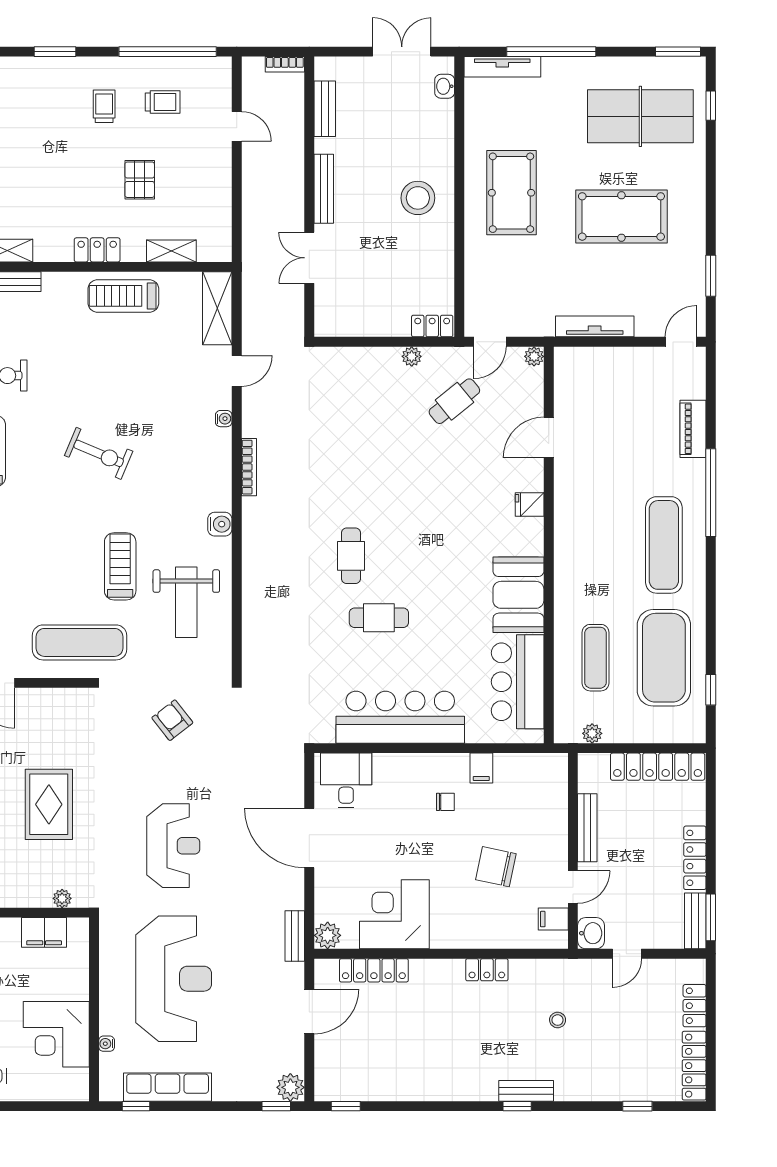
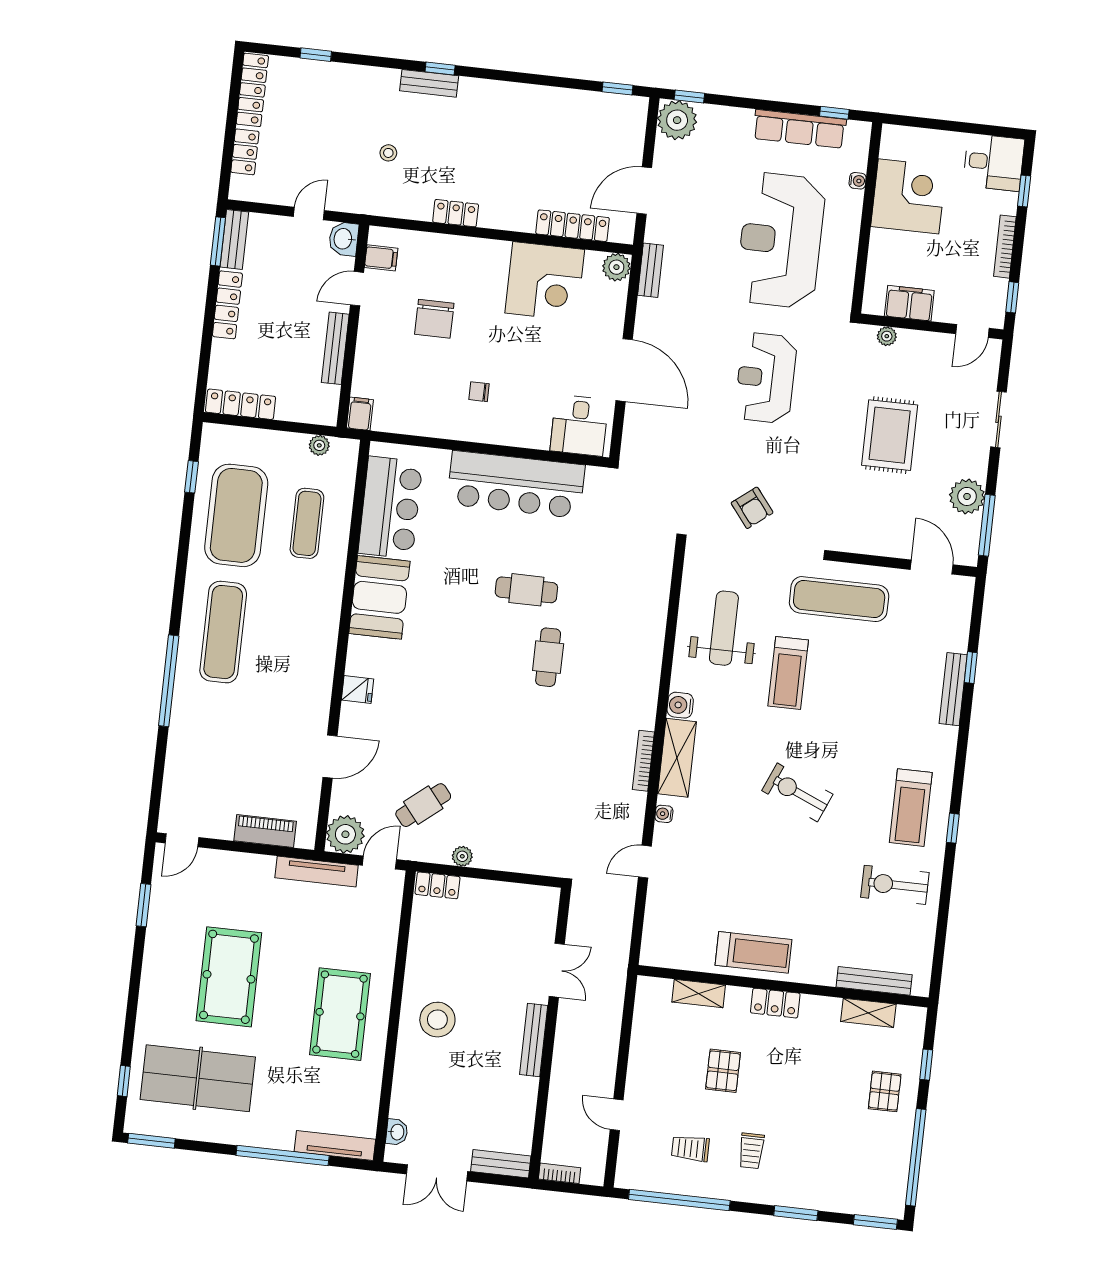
bench: (325, 109) -> (501, 1164), moved, turned 90
pool table: (621, 216) -> (229, 977), turned 90
shelving: (217, 308) -> (677, 758), moved
tv unit: (595, 326) -> (317, 871), moved
plant: (534, 356) -> (345, 834), width x1.88, depth x1.88
piano: (693, 429) -> (265, 831), moved, turned -90
locker: (658, 767) -> (241, 404), width x0.71, depth x0.83
filing cabinet: (481, 768) -> (360, 414), moved
chair: (496, 867) -> (434, 319), turned 78
plant: (290, 1087) -> (677, 120), width x1.36, depth x1.36

